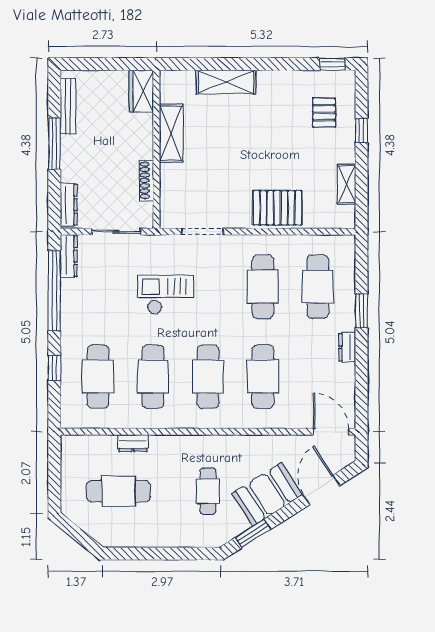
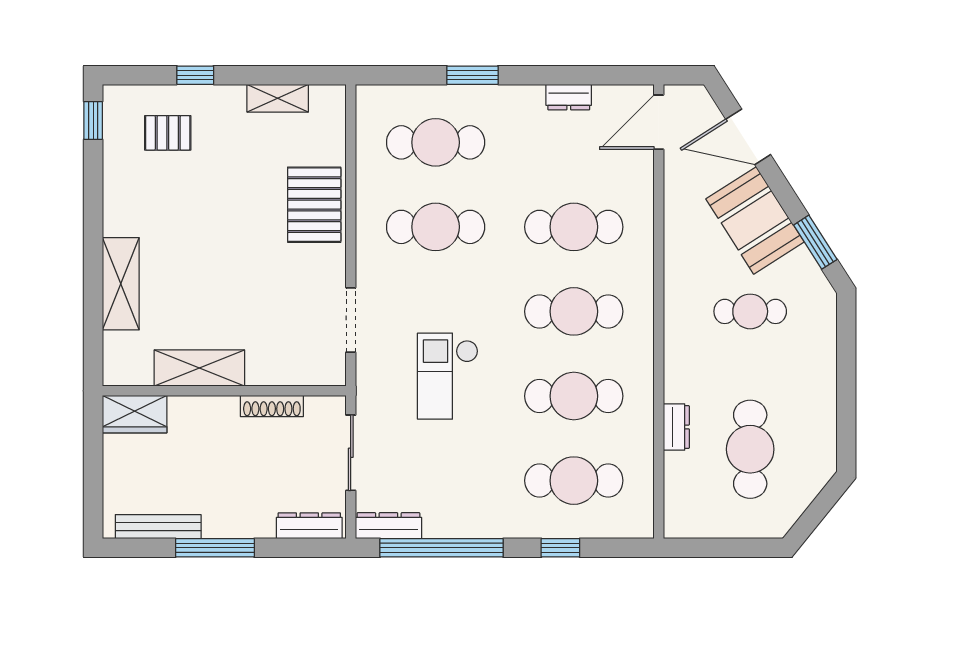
dresser: (347, 347) -> (569, 97), moved

